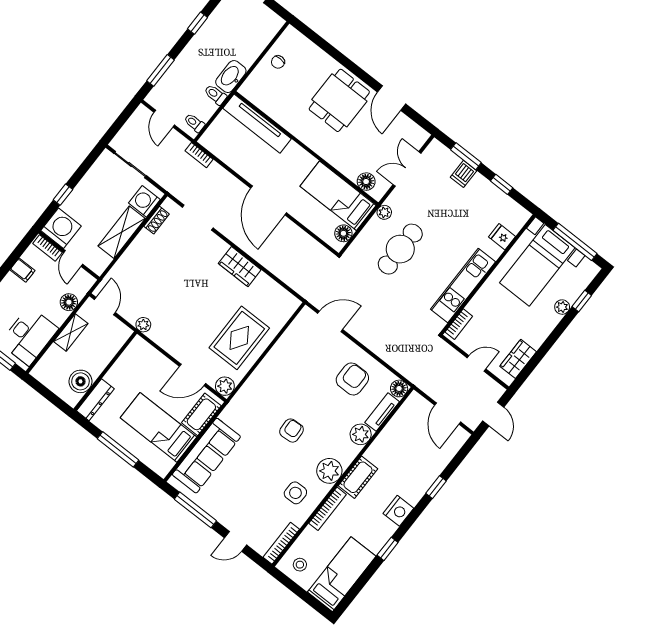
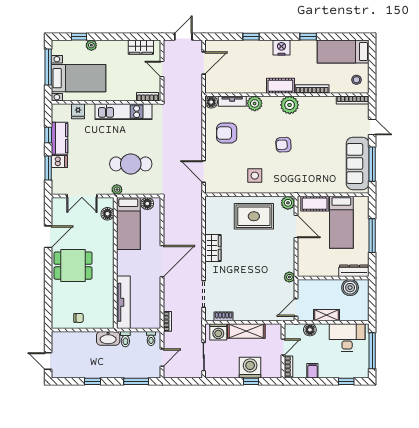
kitchen counter: (489, 194) -> (59, 138), added
washing machine: (61, 228) -> (250, 368), moved, turned 90
sofa: (206, 456) -> (358, 163), moved, turned -90
side table: (295, 493) -> (255, 176), moved

